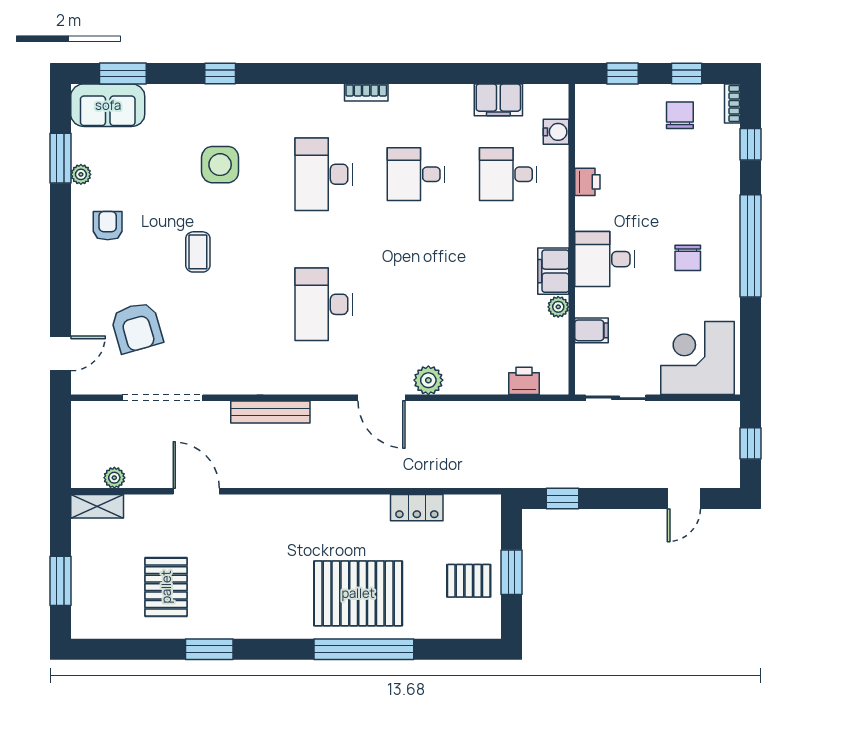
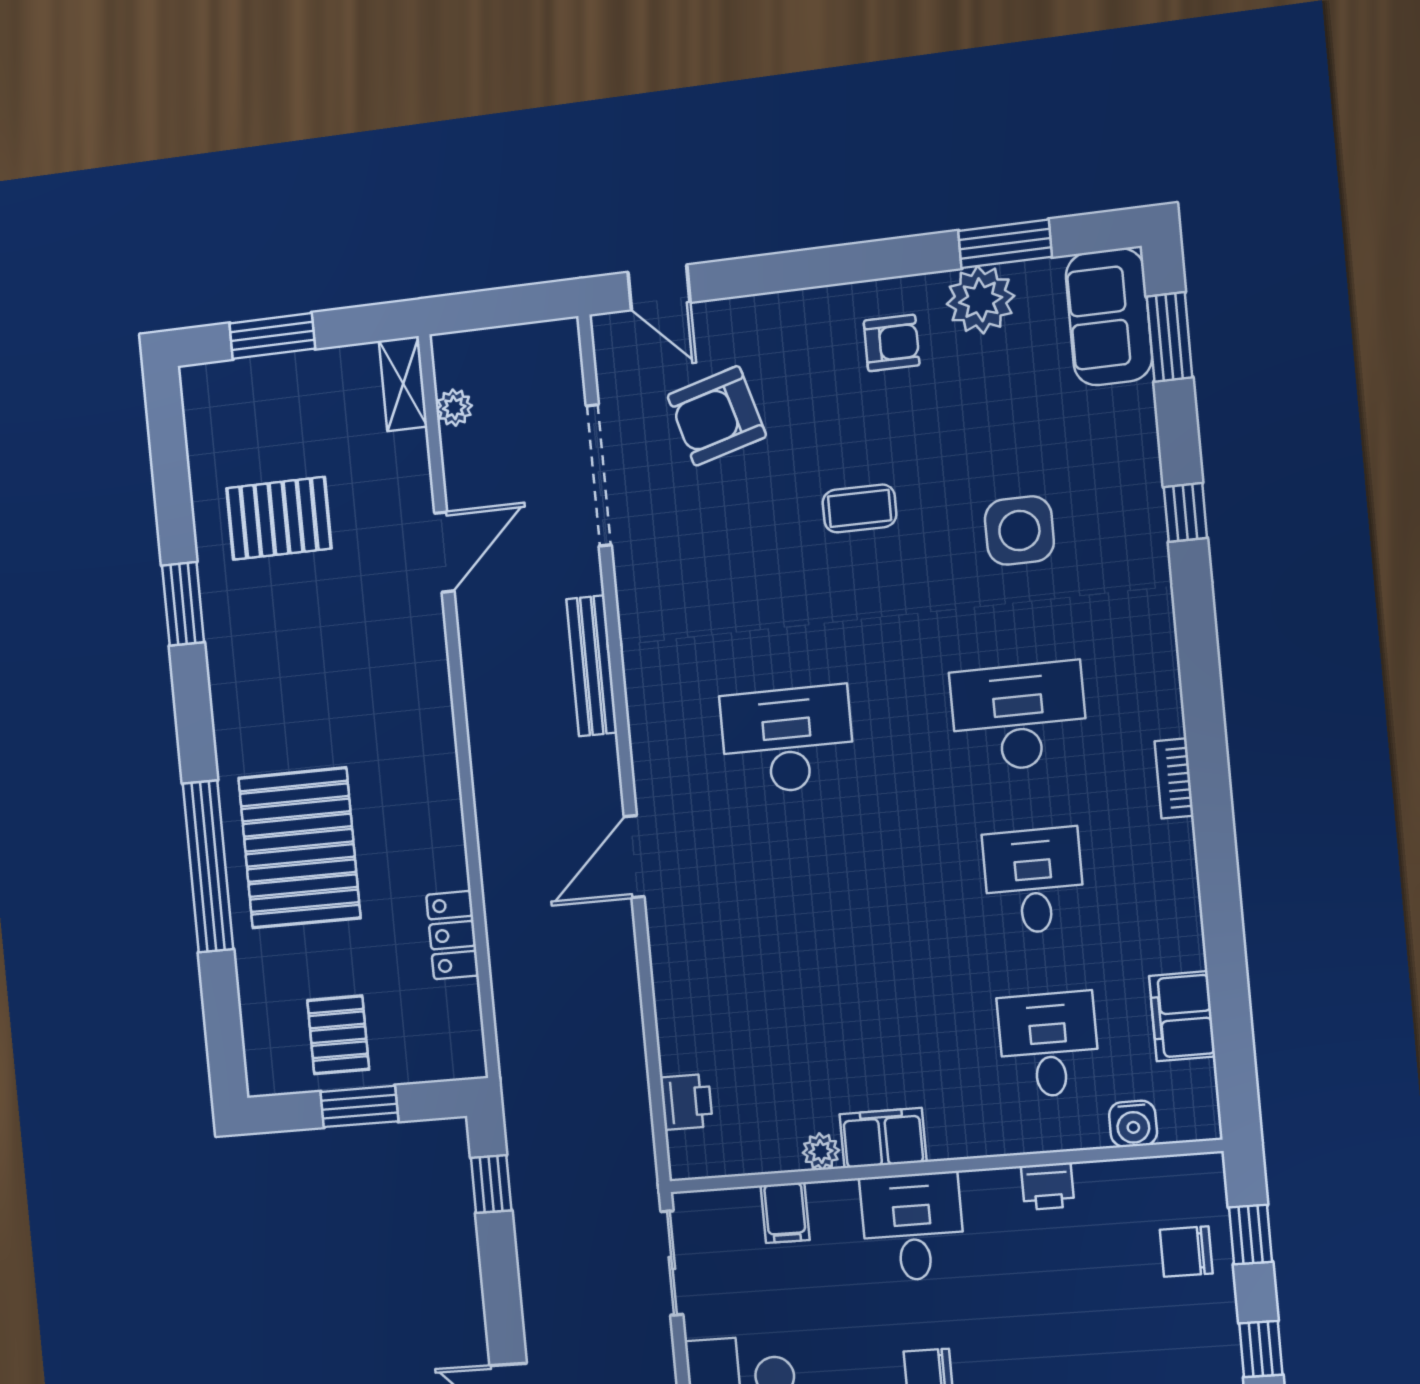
chair: (680, 115) -> (1186, 1252), moved, turned 180
plant: (81, 174) -> (981, 300), width x1.88, depth x1.88
plant: (428, 380) -> (672, 935), removed

